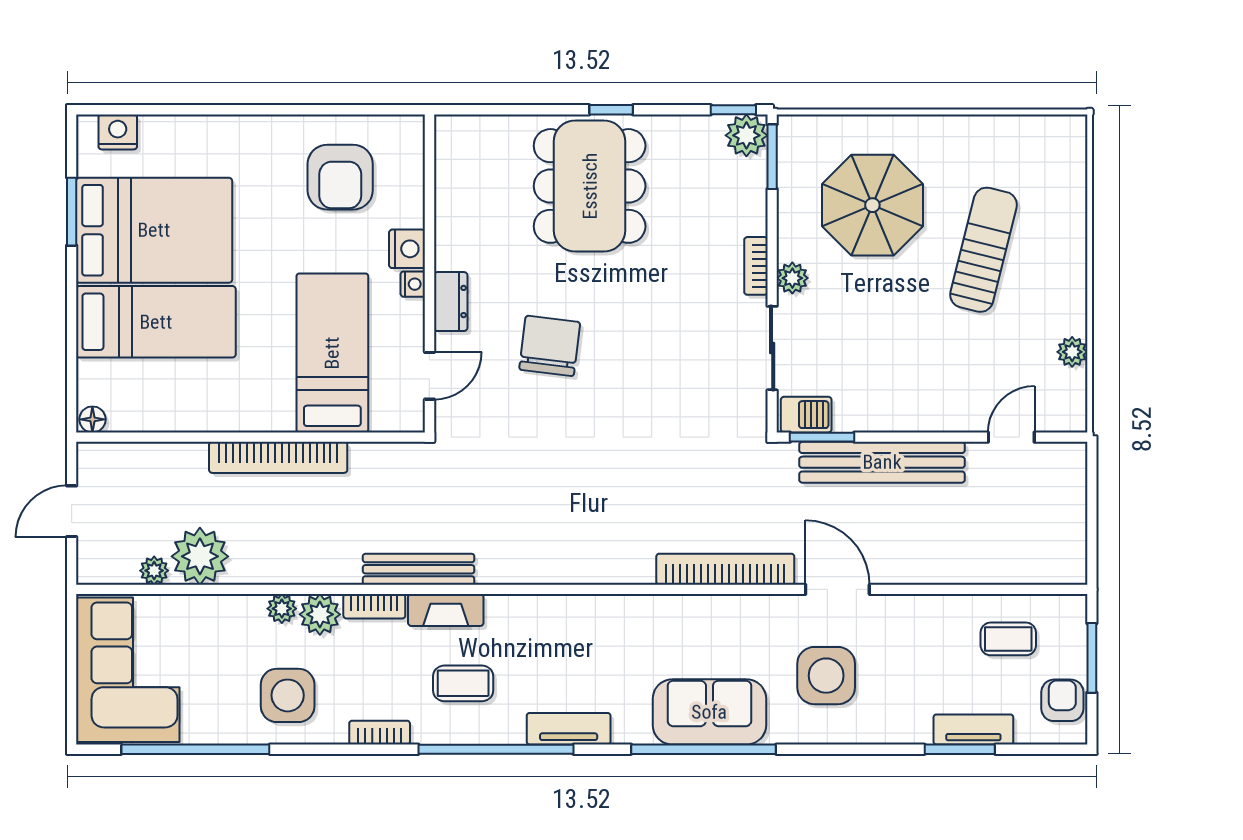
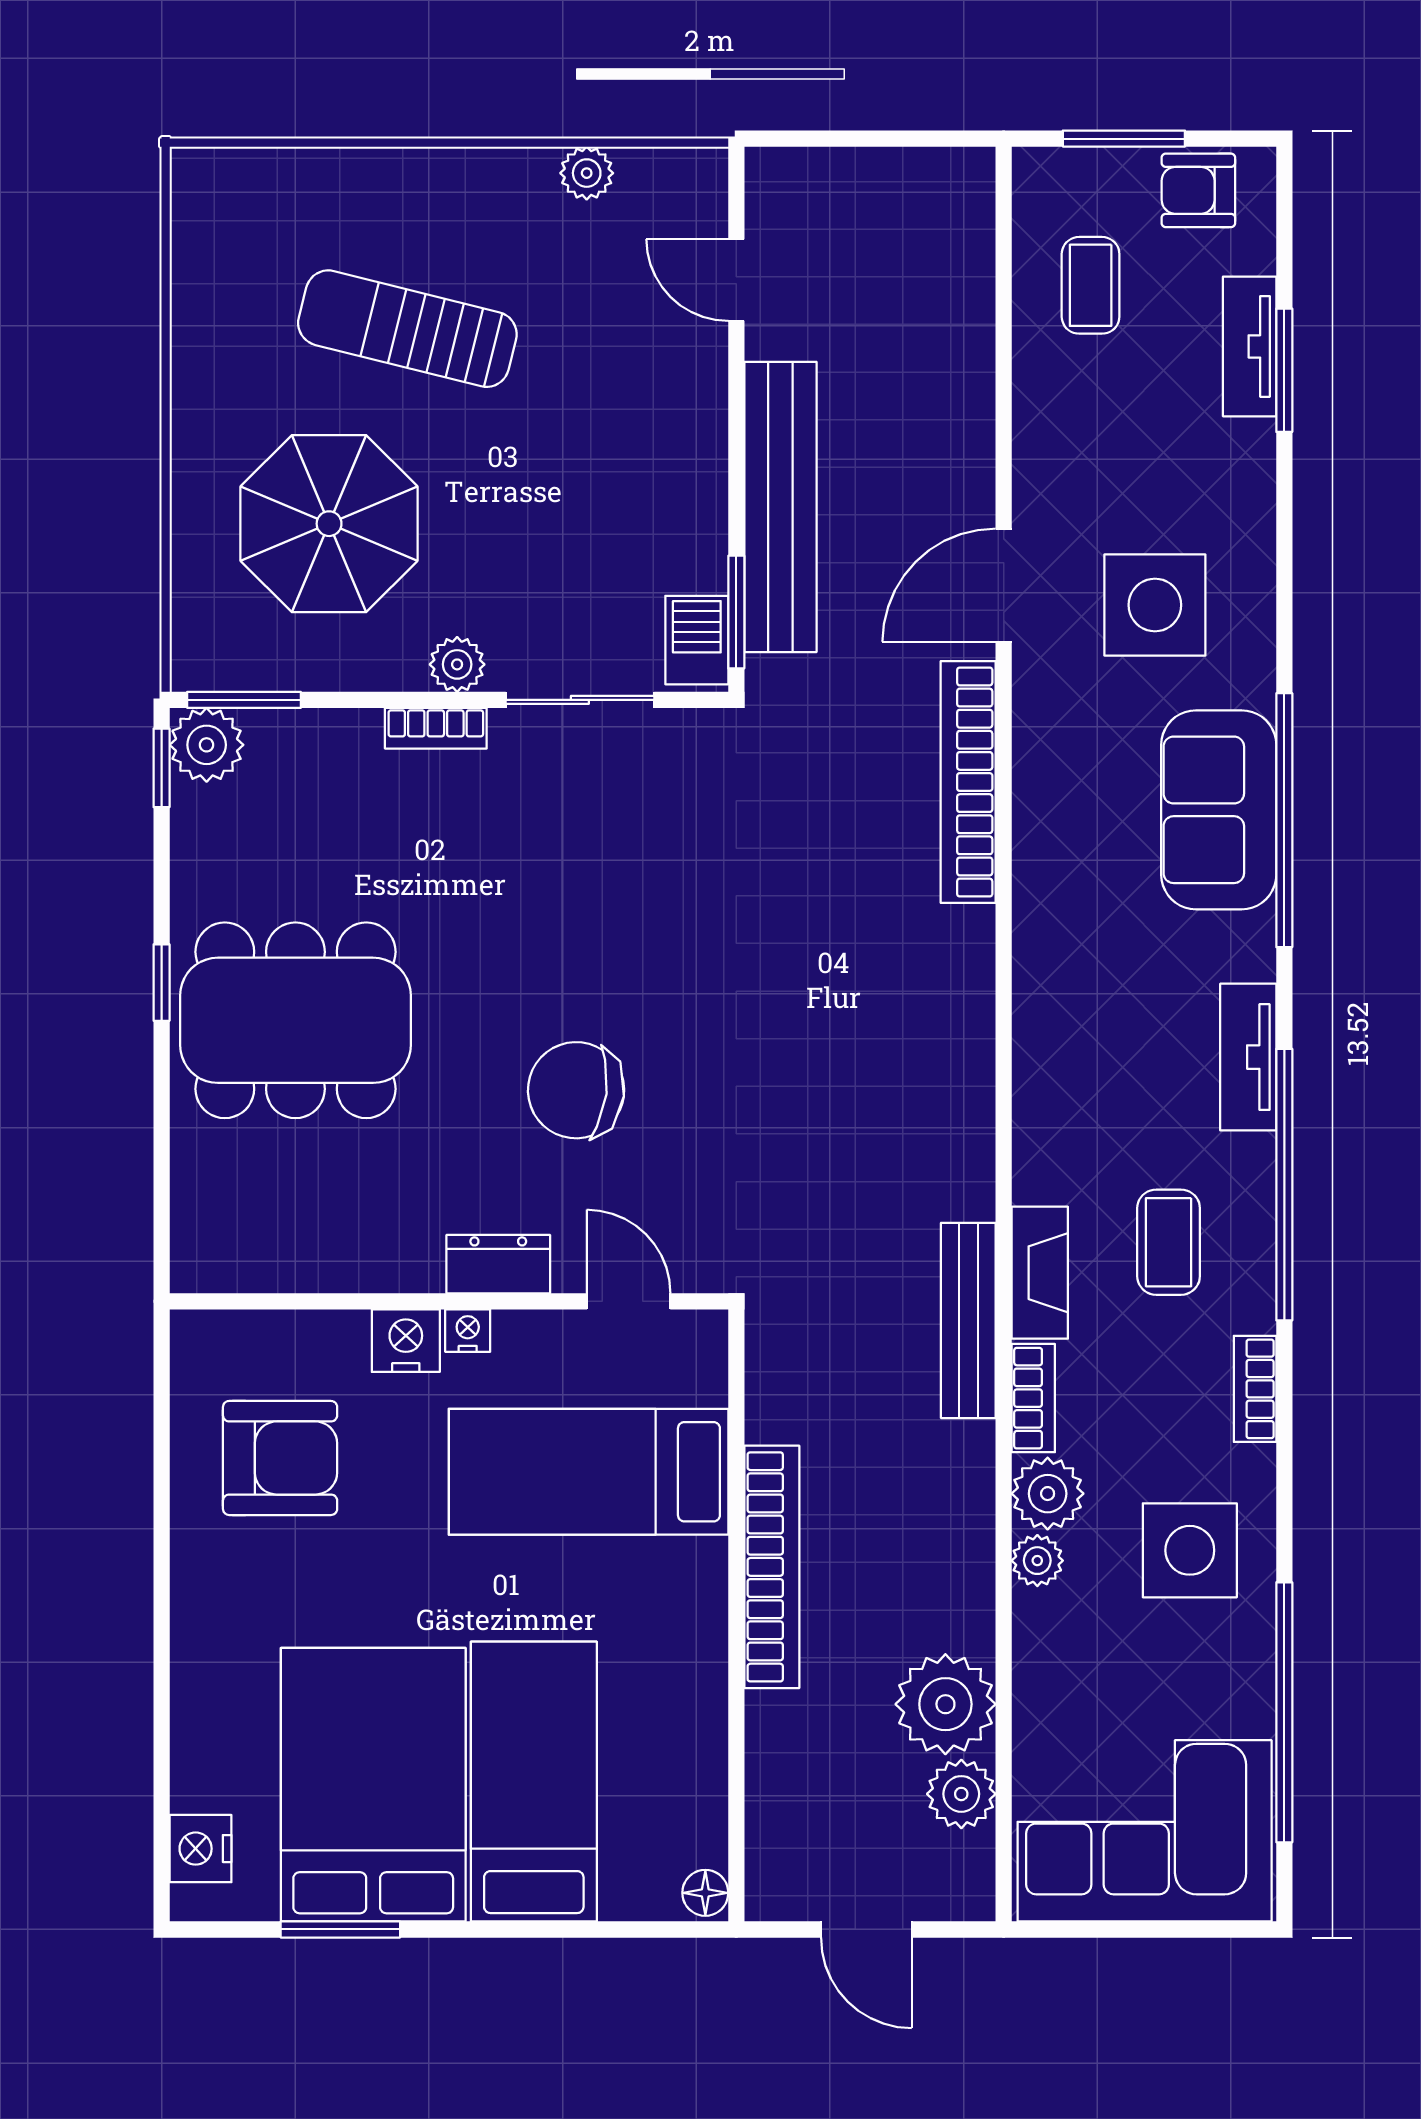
plant: (154, 571) -> (961, 1794), width x1.37, depth x1.37

